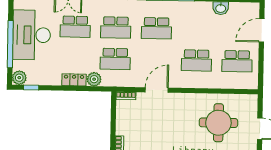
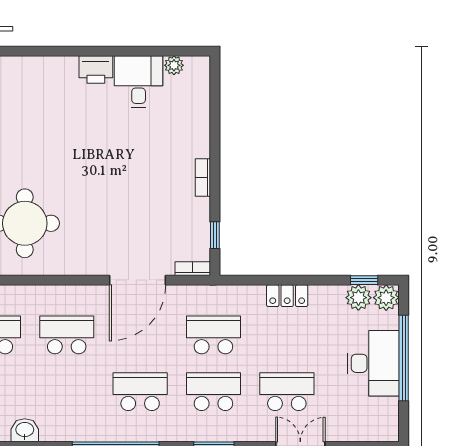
desk: (32, 35) -> (373, 363), width x0.73, depth x0.77
plant: (94, 79) -> (358, 298), moved
door: (157, 90) -> (137, 280), width x1.36
window: (113, 114) -> (215, 235), added

